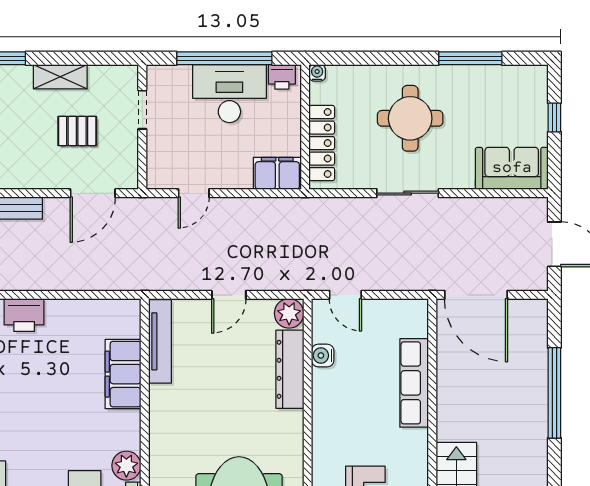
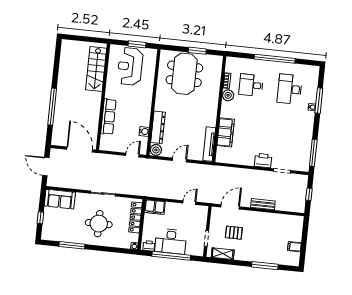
shelving: (60, 77) -> (223, 254), moved
door: (345, 295) -> (132, 155), hinge flipped

